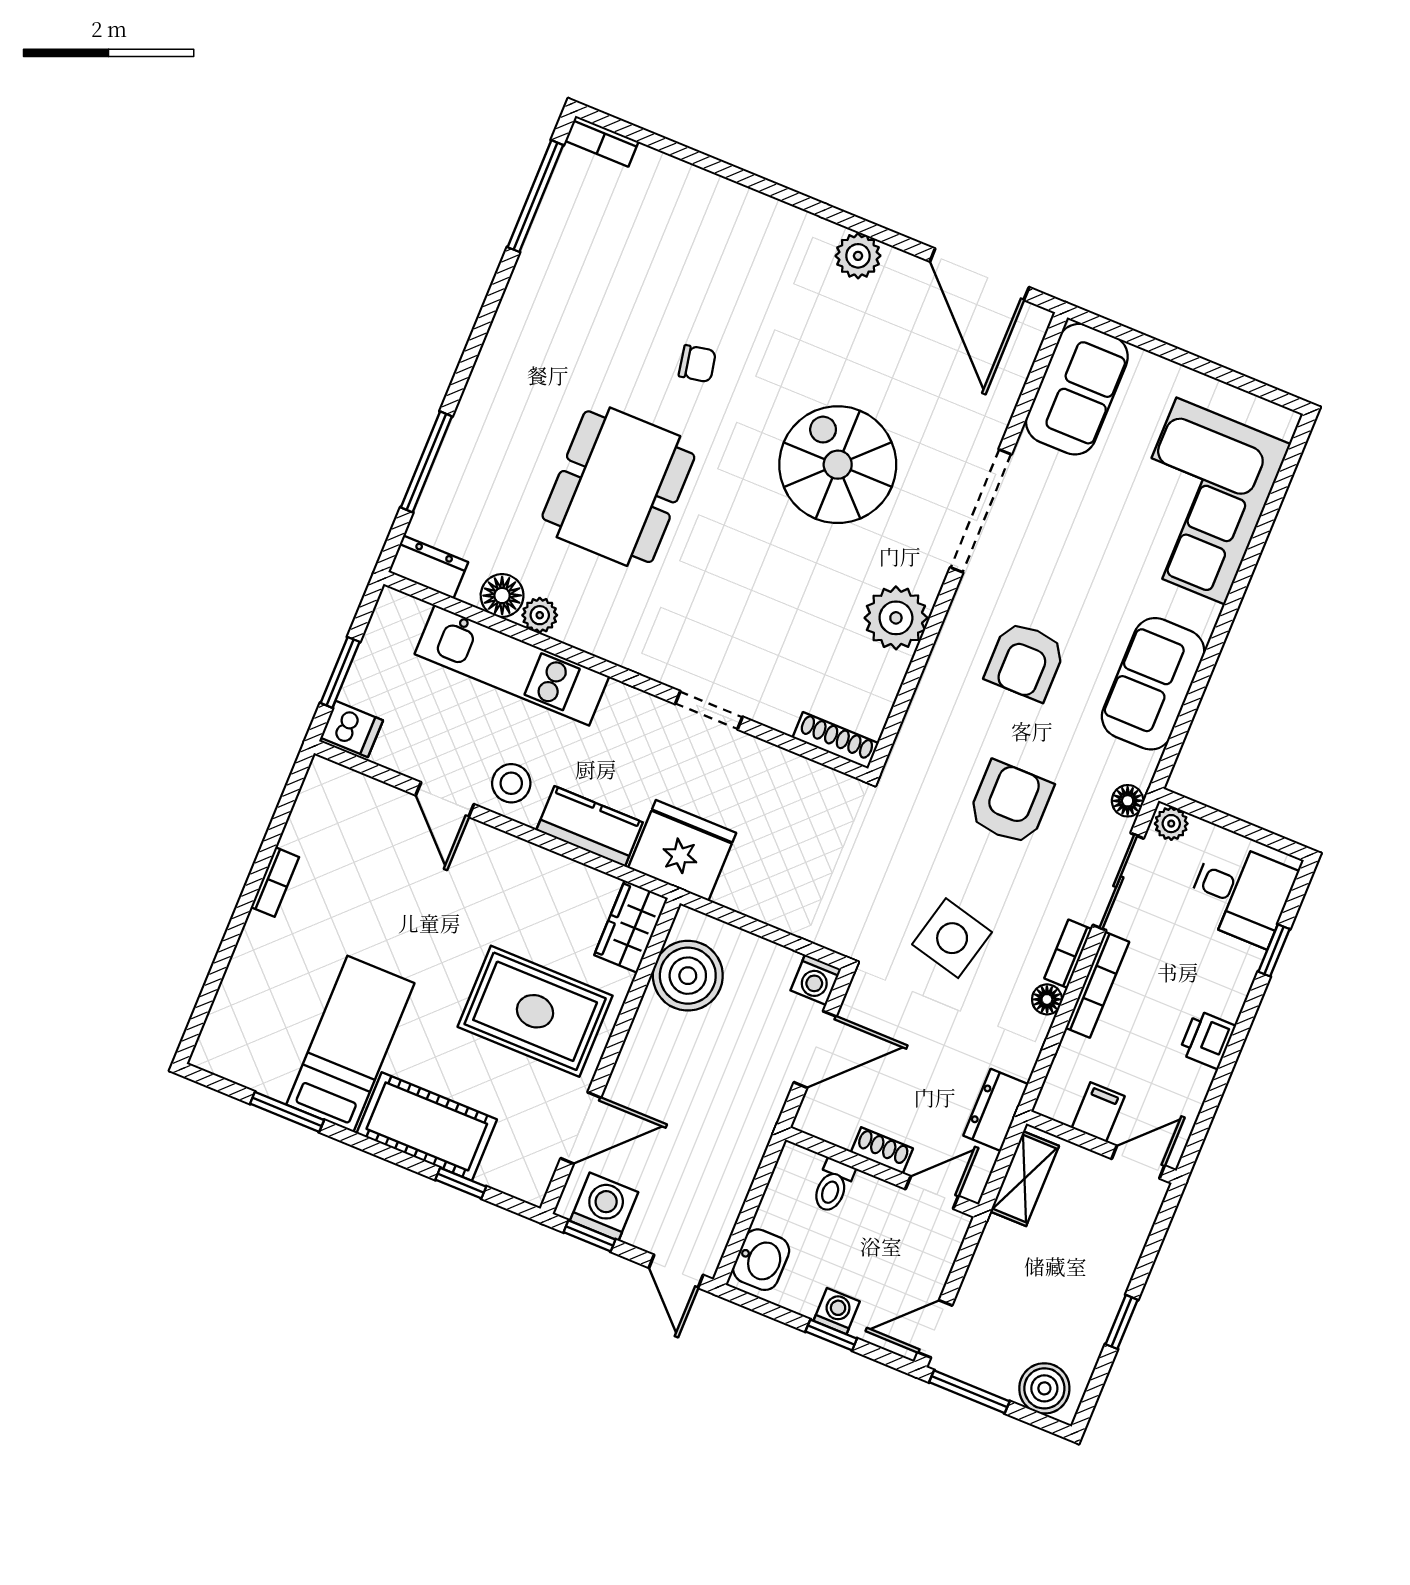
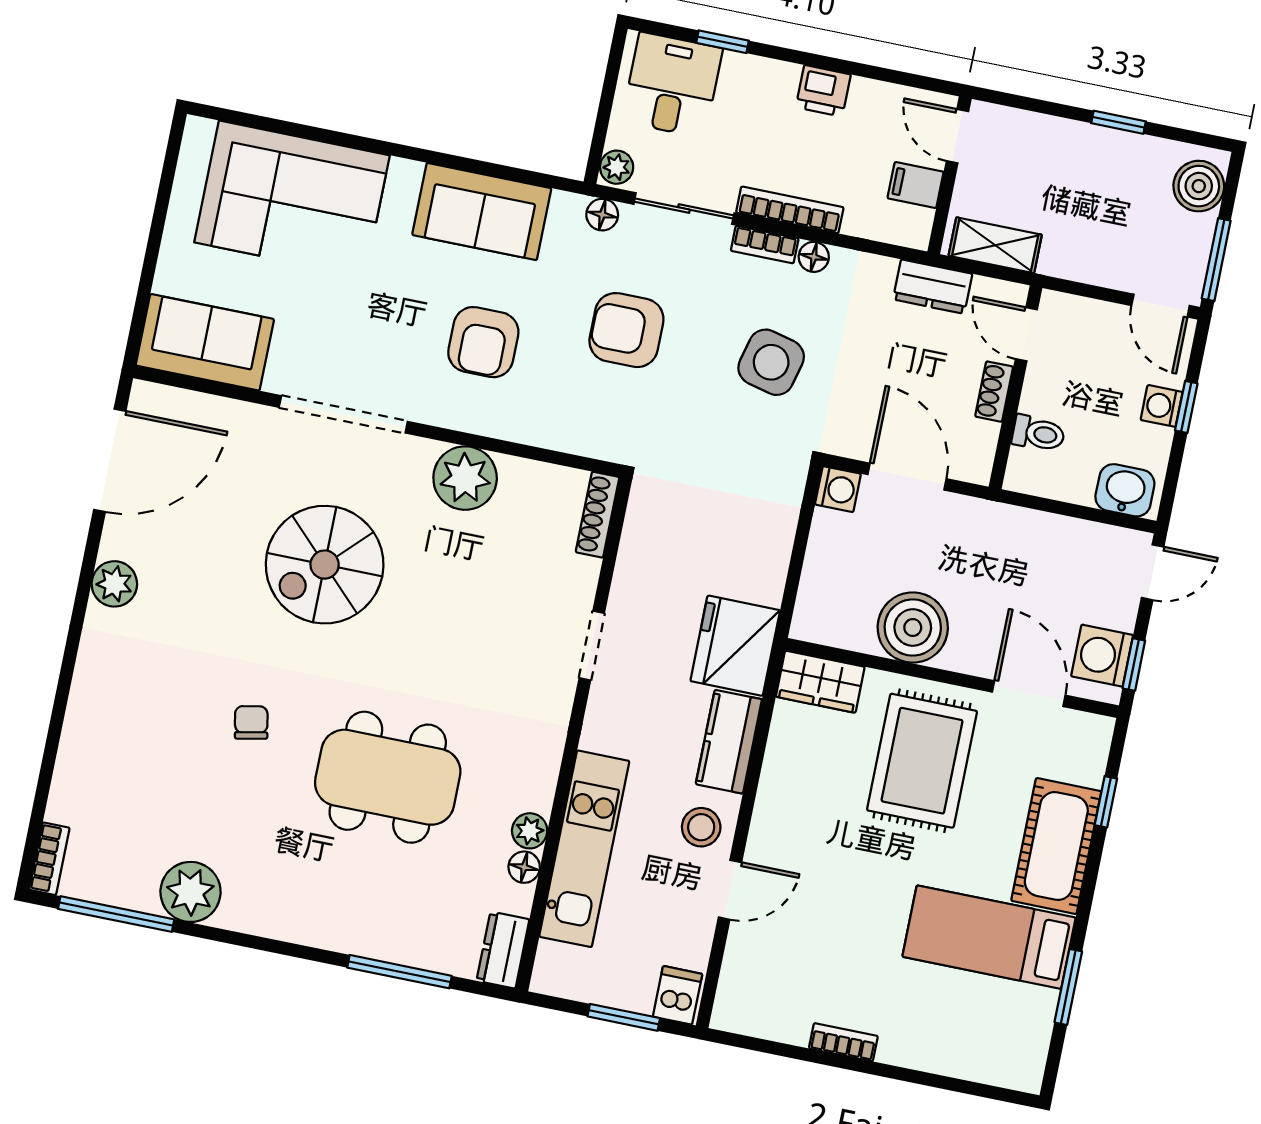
plant: (543, 273) -> (191, 892), added
floor lamp: (502, 596) -> (524, 867), width x0.73, depth x0.73
armchair: (1025, 661) -> (483, 342), turned 90
boiler: (688, 976) -> (913, 628), moved

